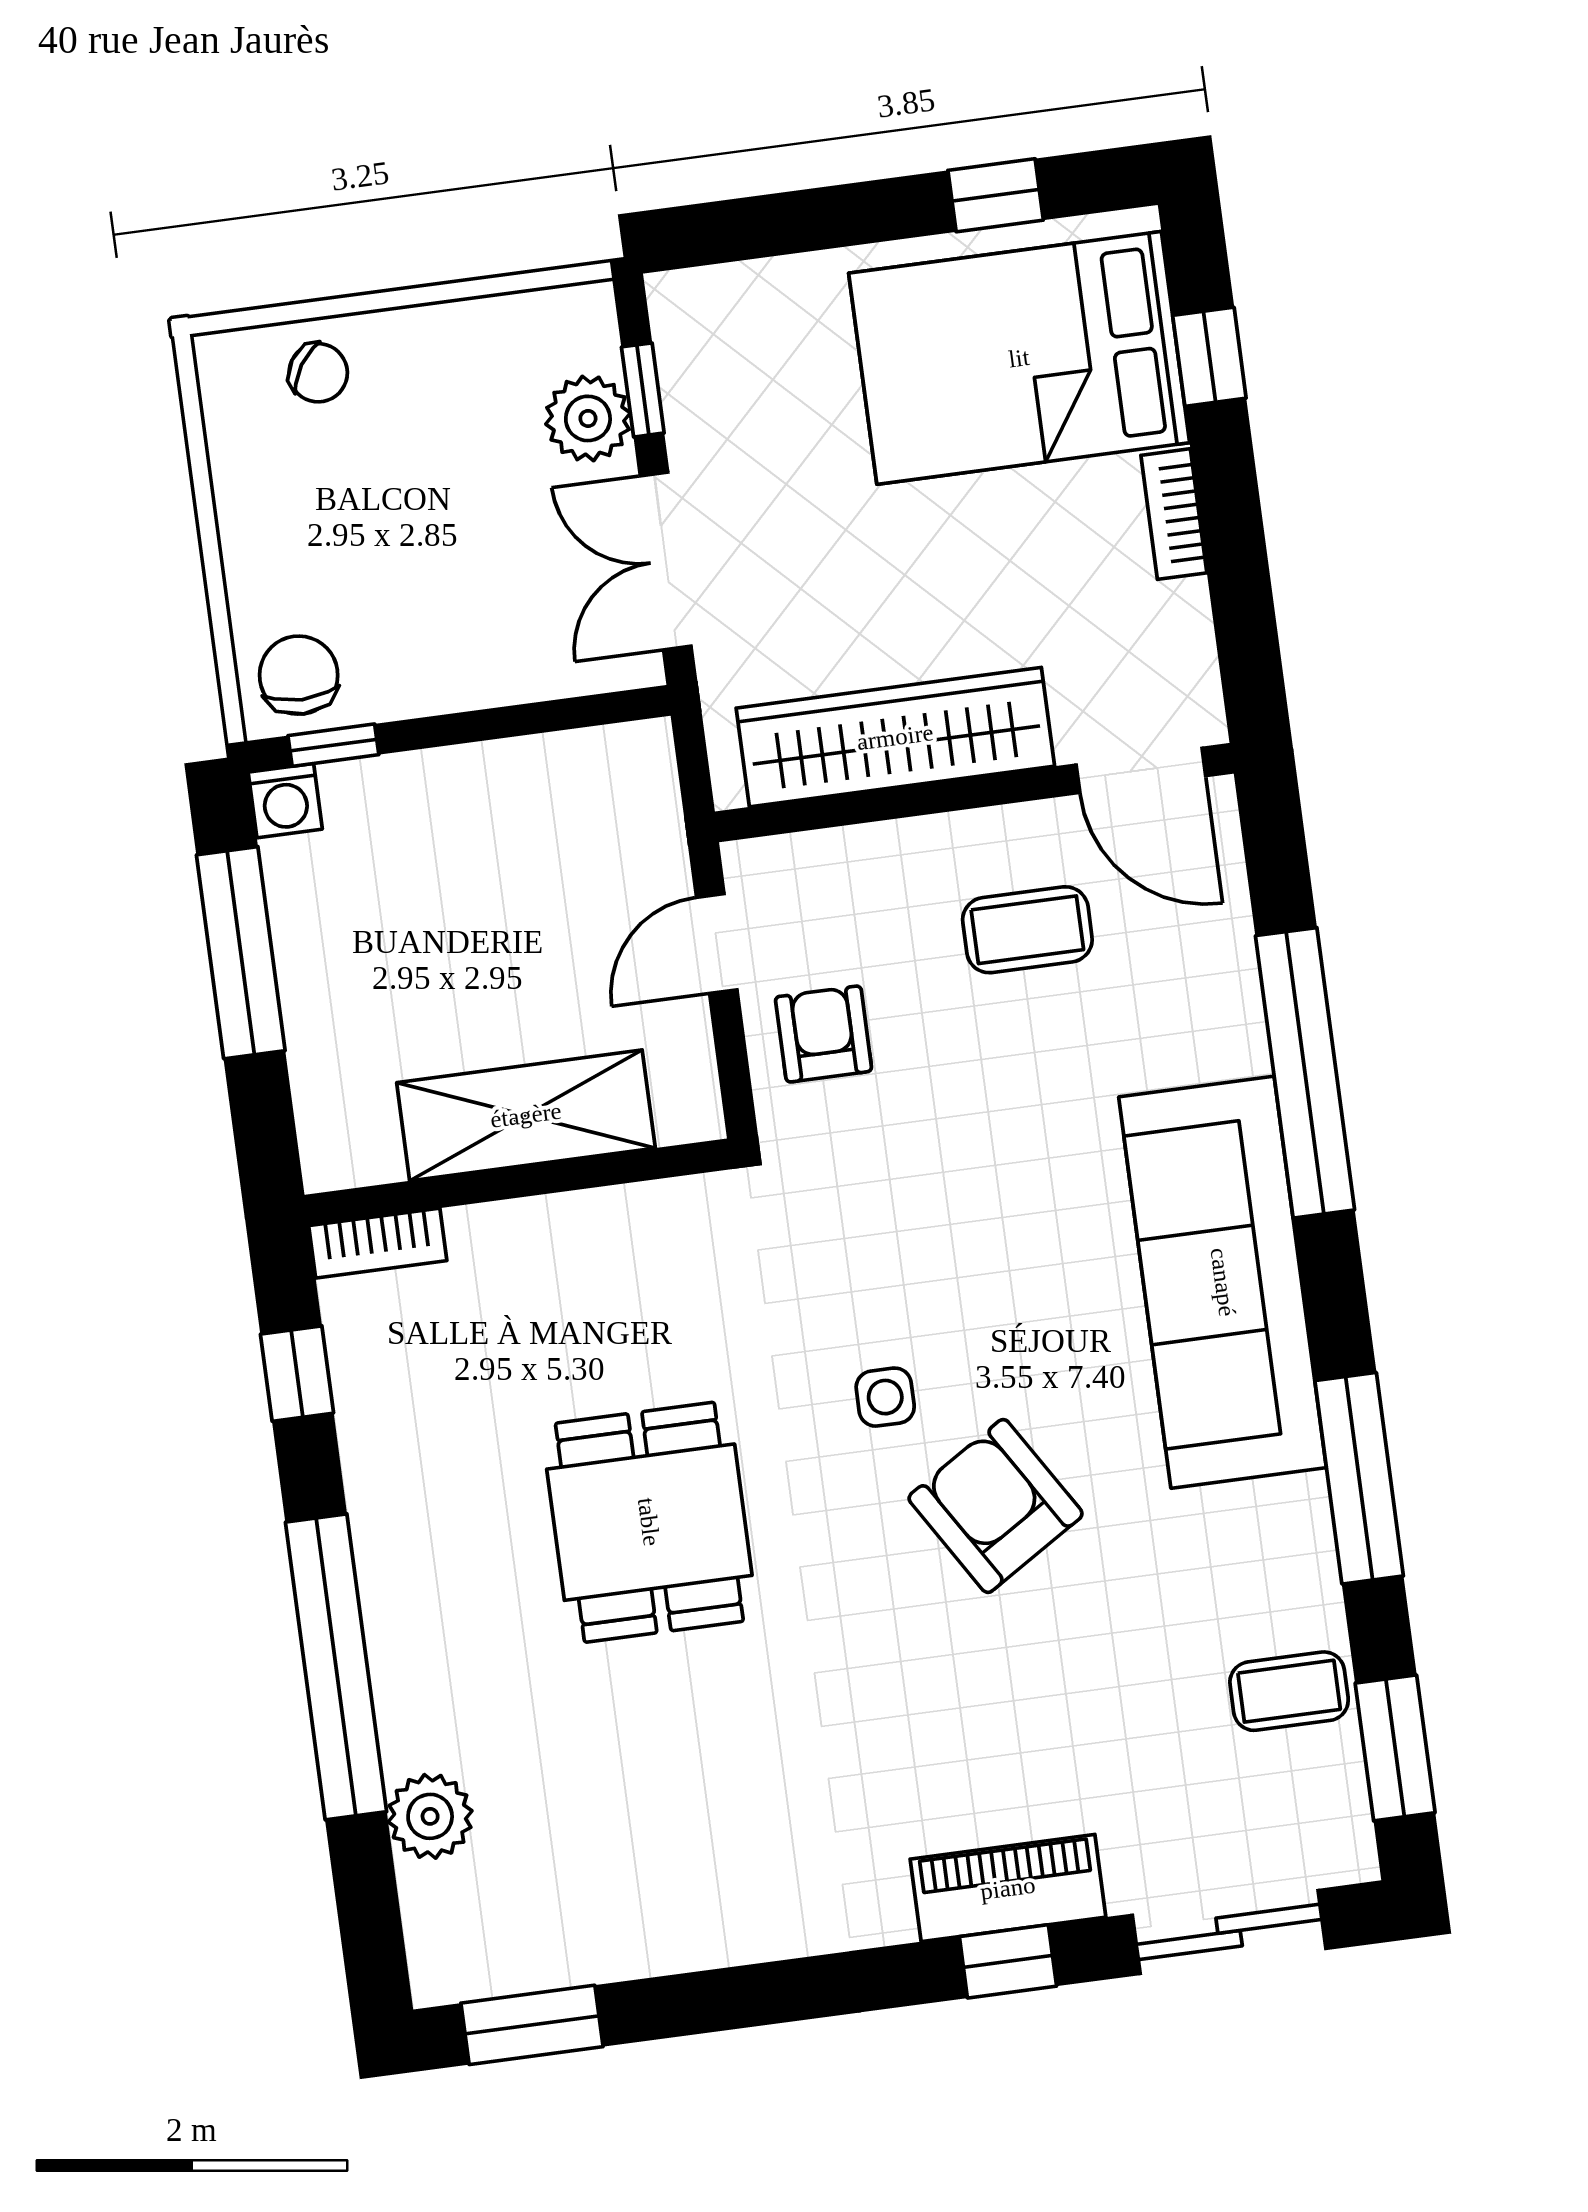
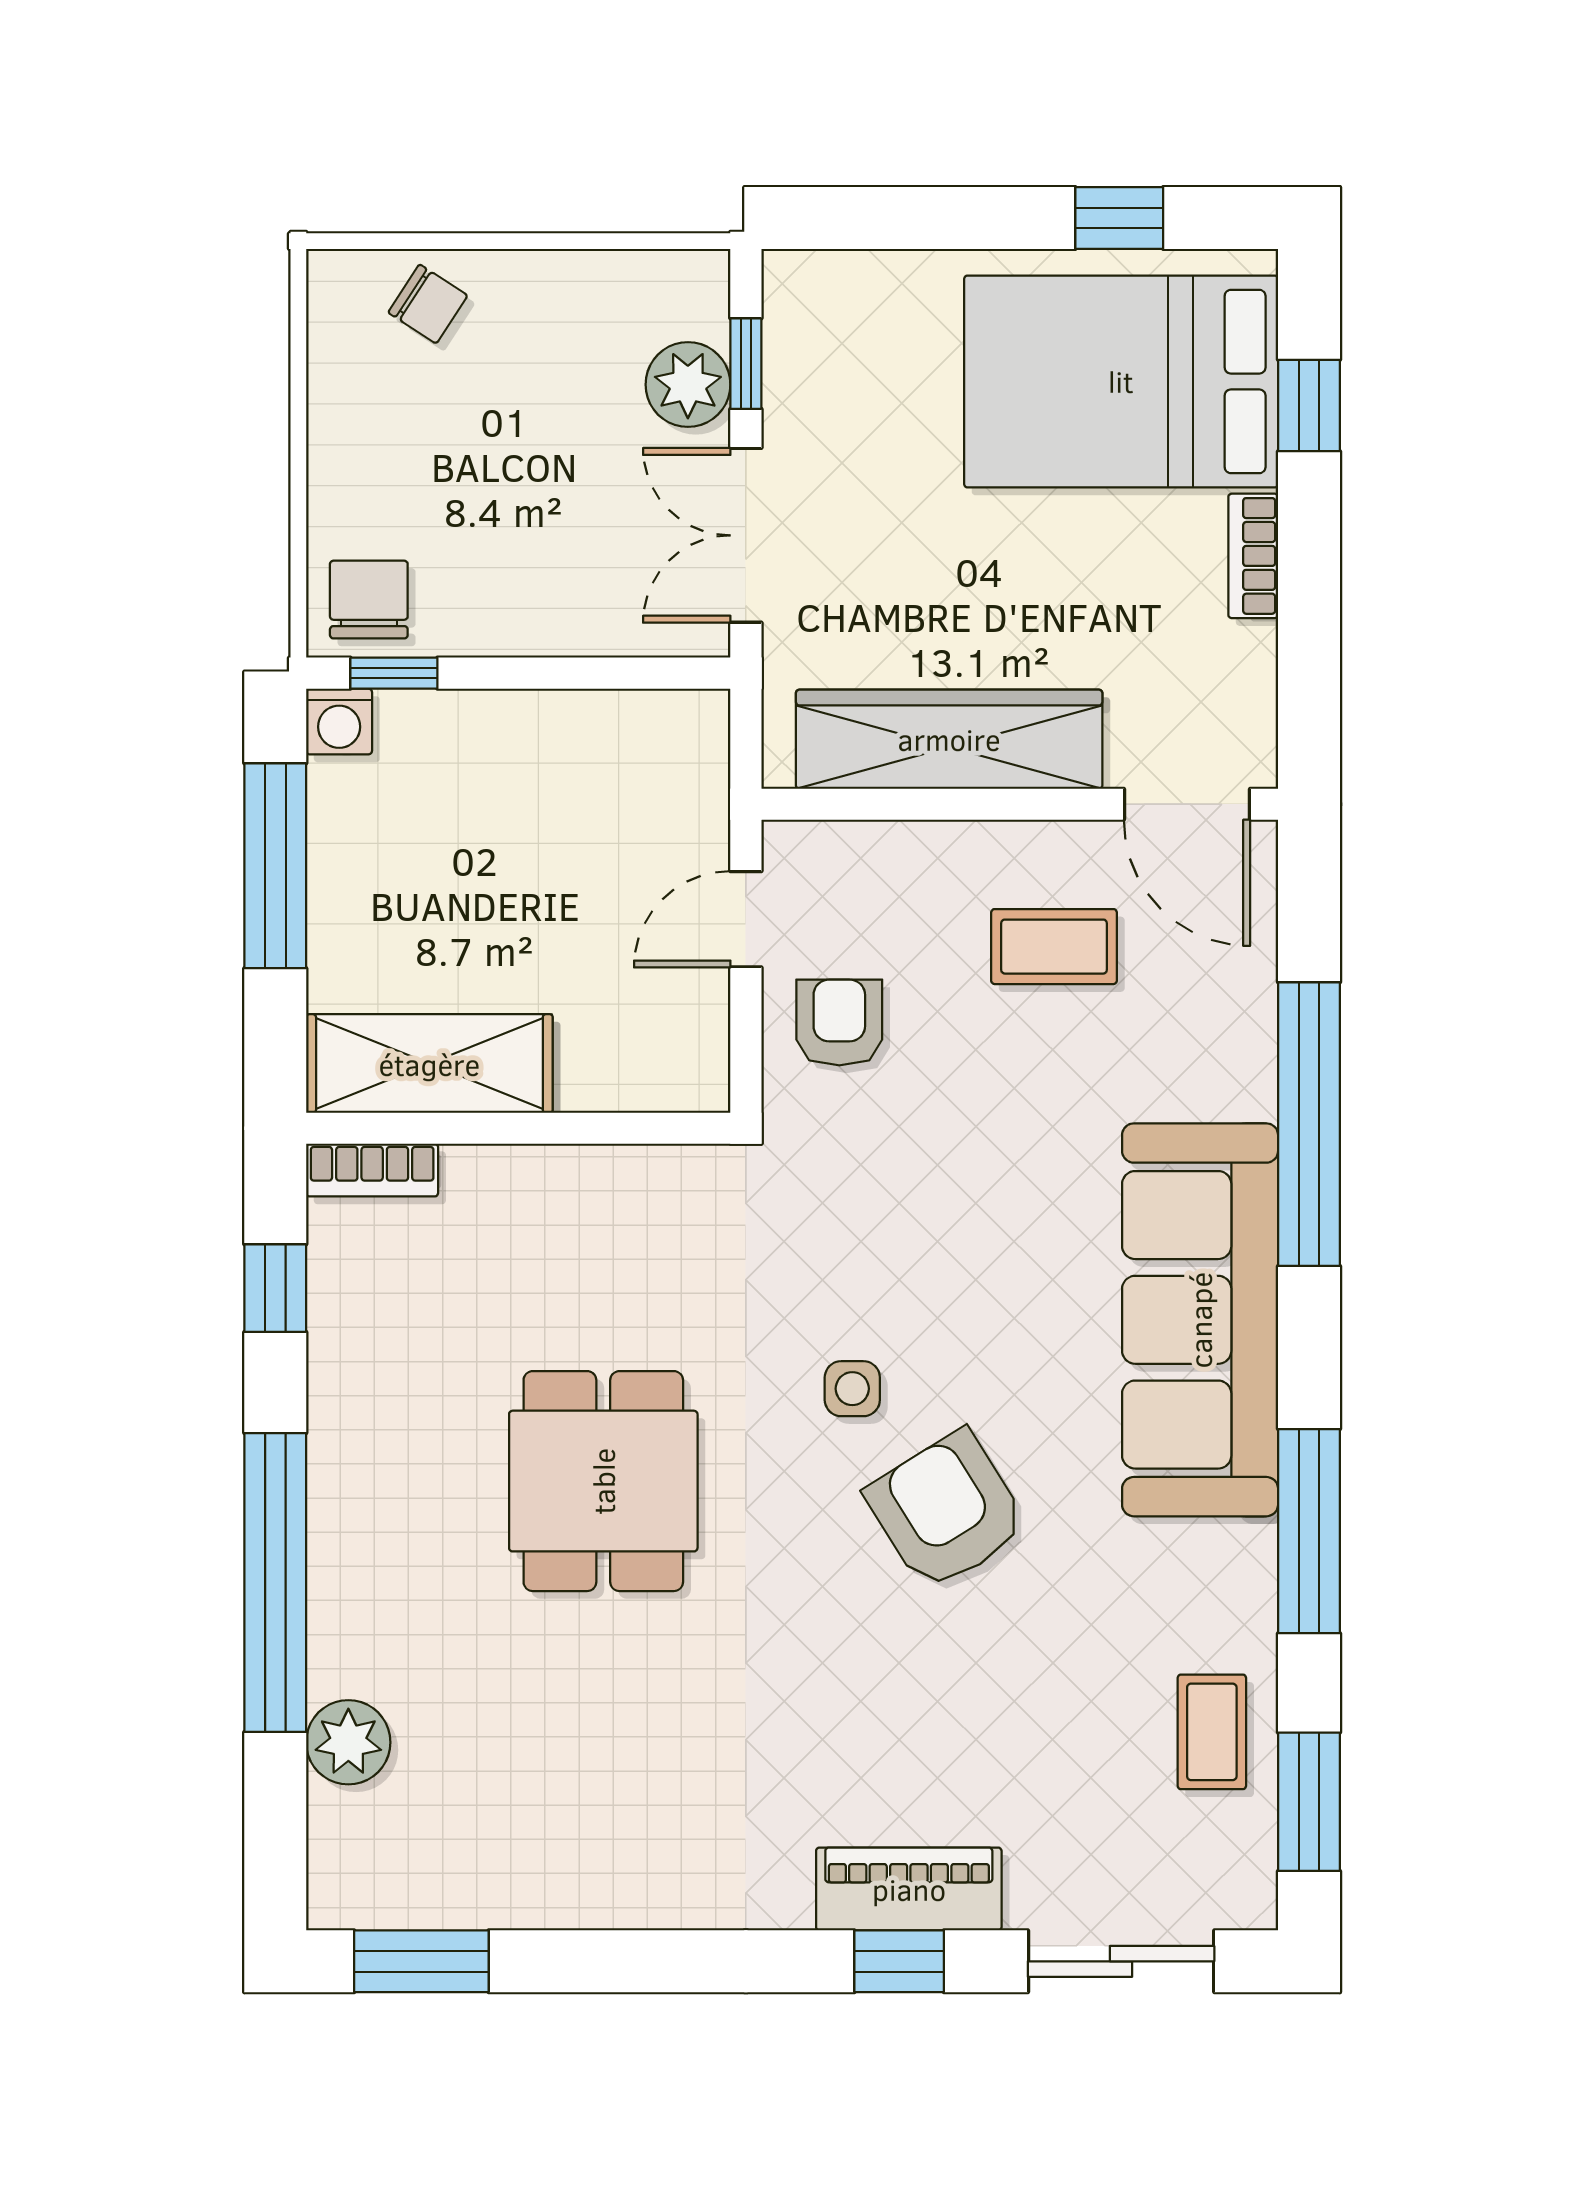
shelving: (526, 1115) -> (429, 1064), moved
coffee table: (1289, 1691) -> (1212, 1732), turned 90

